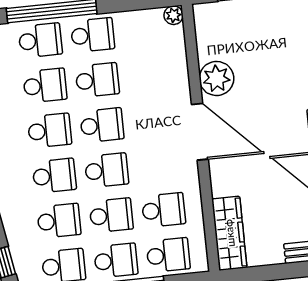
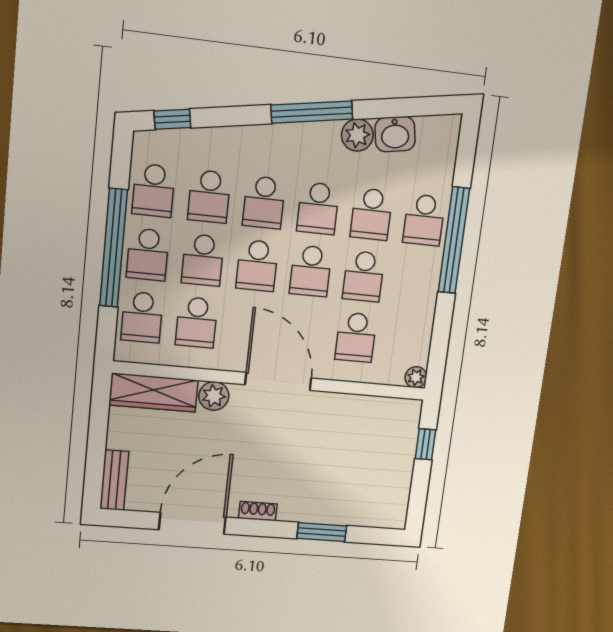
school desk: (93, 35) -> (356, 337), moved
plant: (217, 78) -> (214, 396), moved, width x0.73, depth x0.73
door: (200, 132) -> (278, 381), swing flipped

